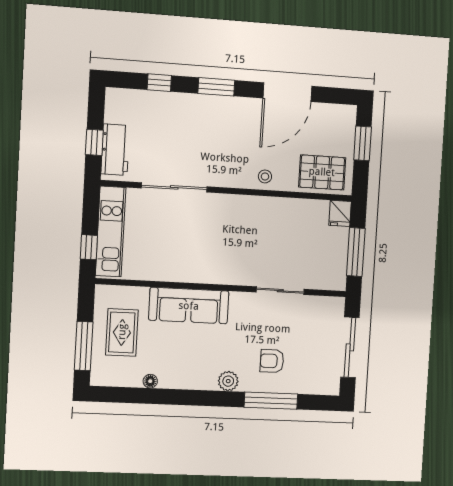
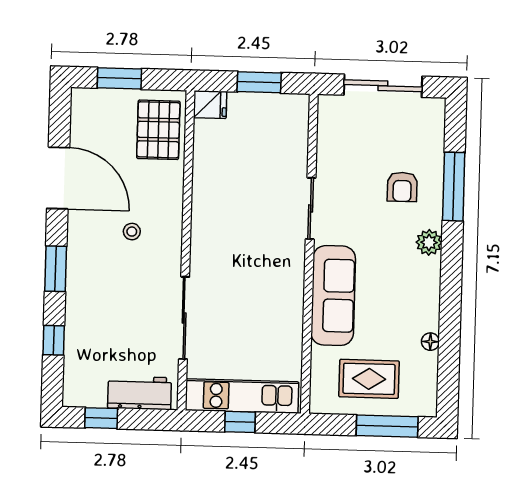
window: (94, 142) -> (101, 418), moved
stool: (265, 176) -> (132, 232), moved
window: (89, 247) -> (240, 422), moved
window: (356, 252) -> (259, 82), width x0.69
sliding door: (280, 291) -> (311, 208), moved

